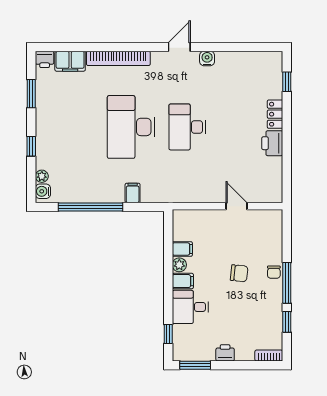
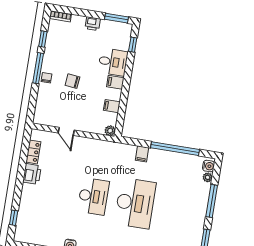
locker: (275, 114) -> (33, 152), moved
window: (31, 146) -> (212, 201), width x2.17
plant: (179, 265) -> (110, 131), moved

